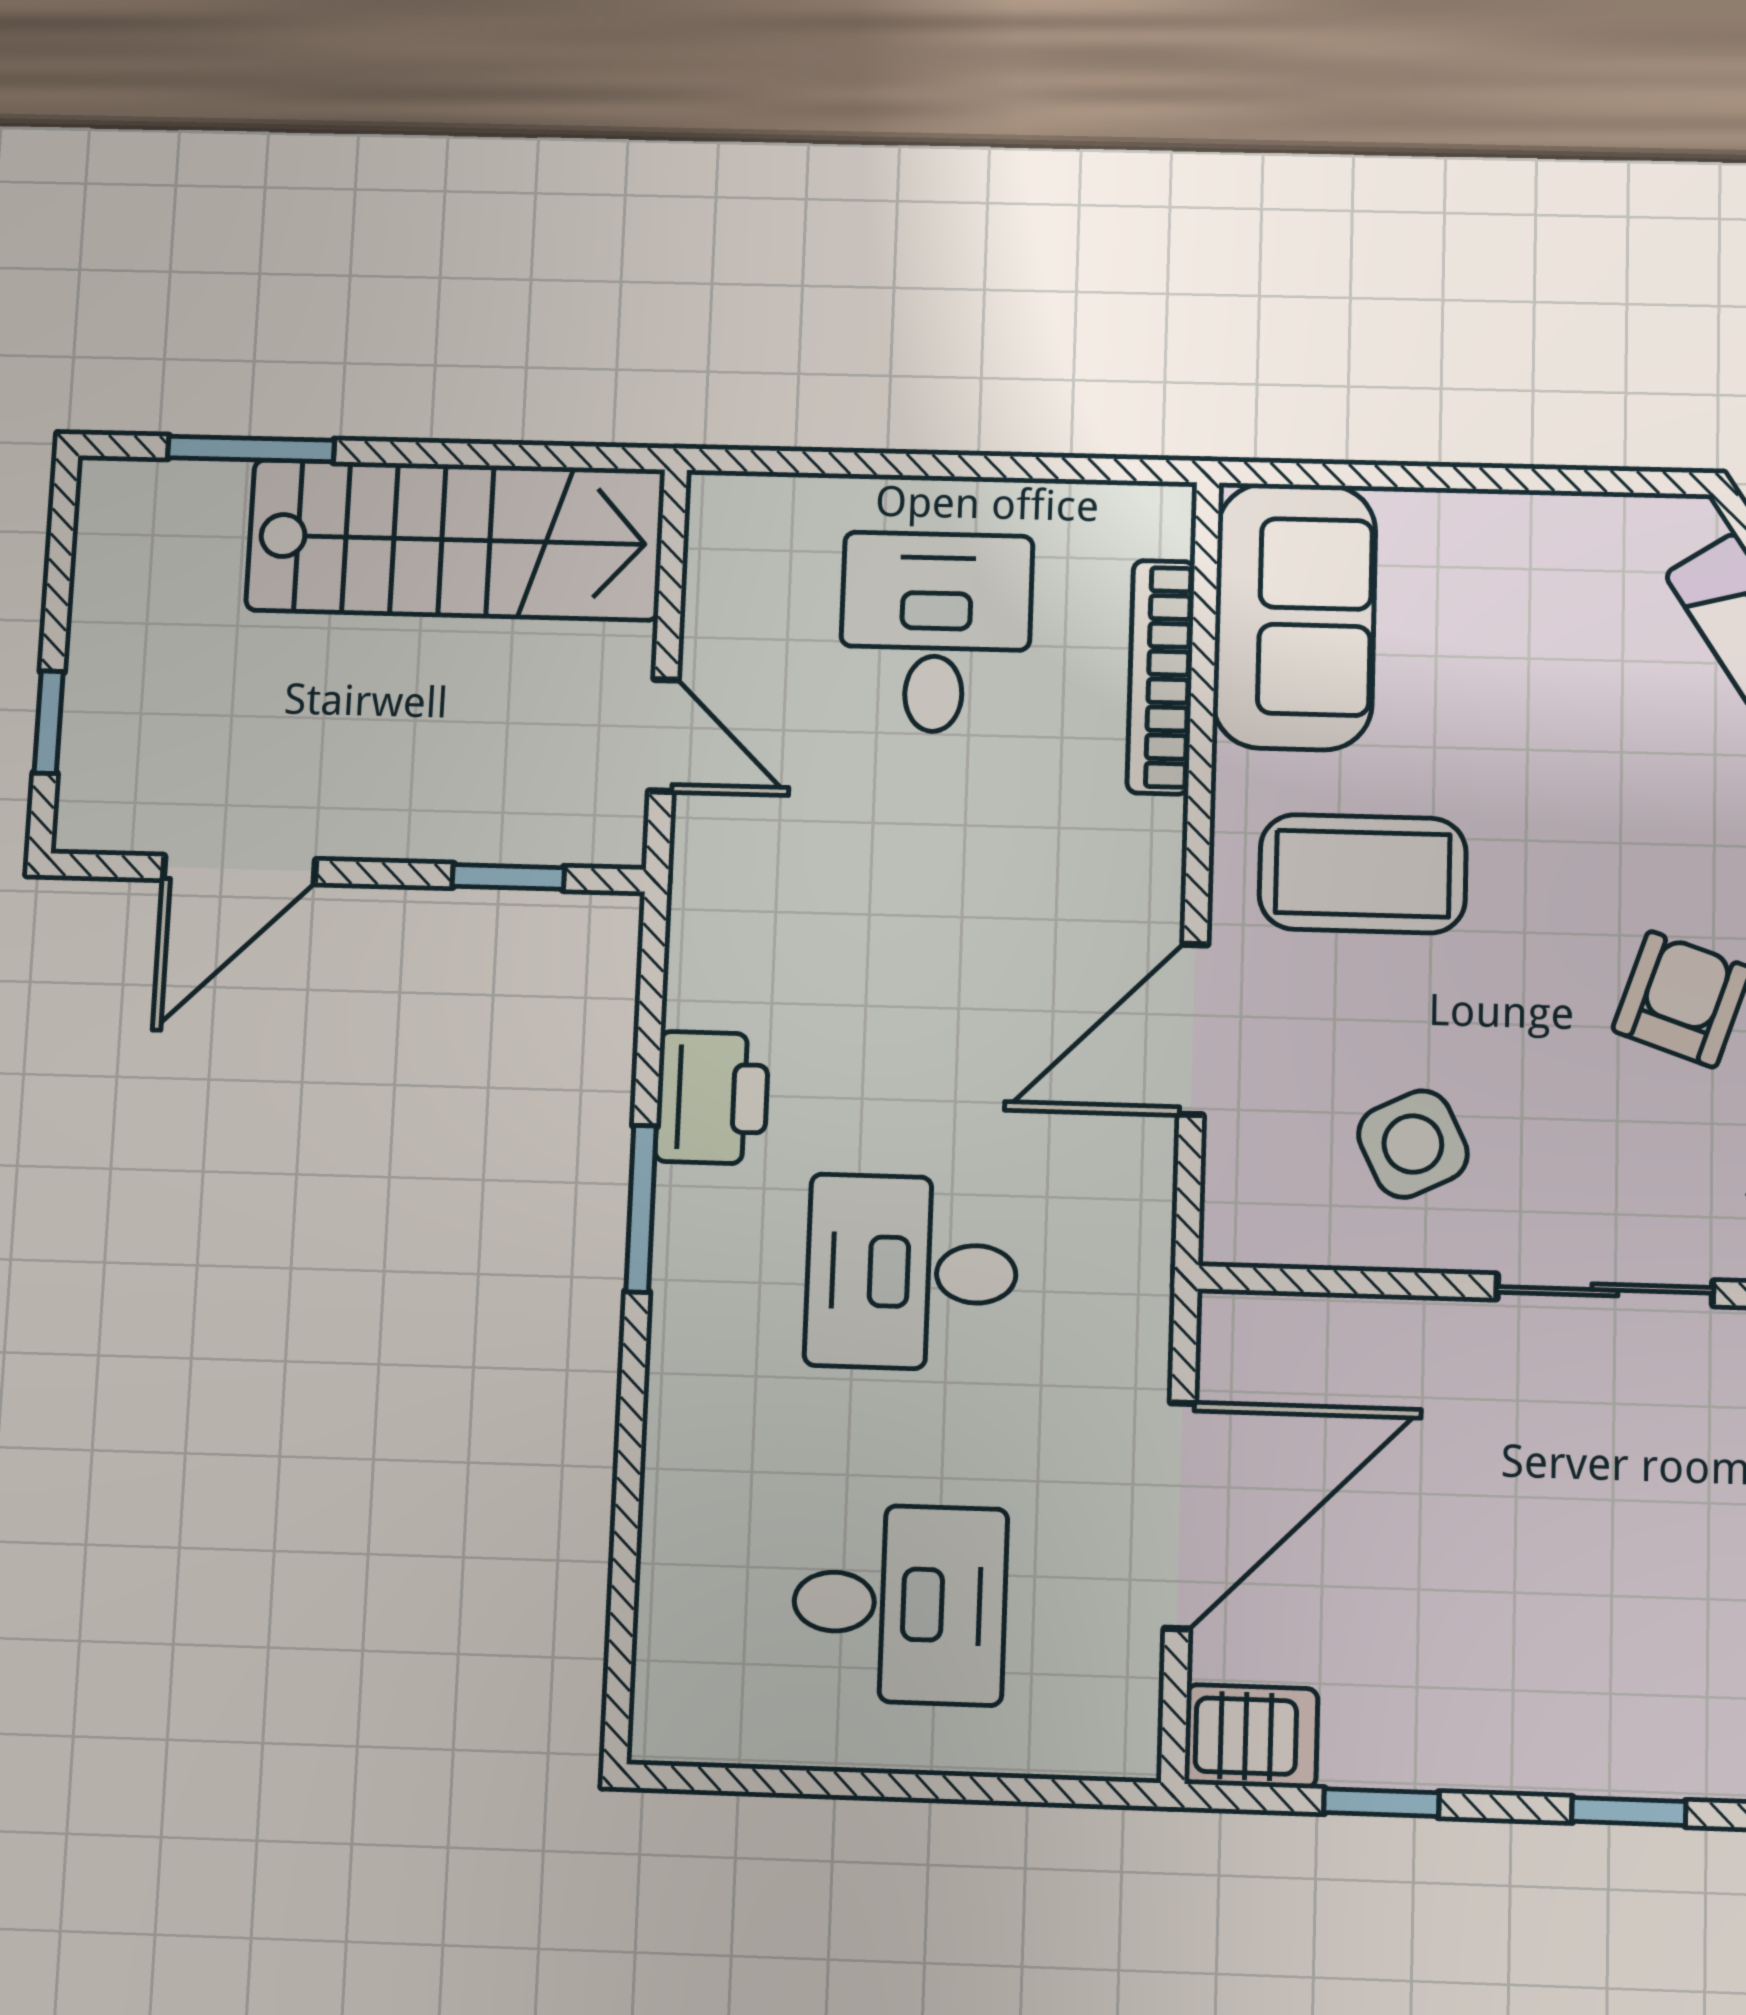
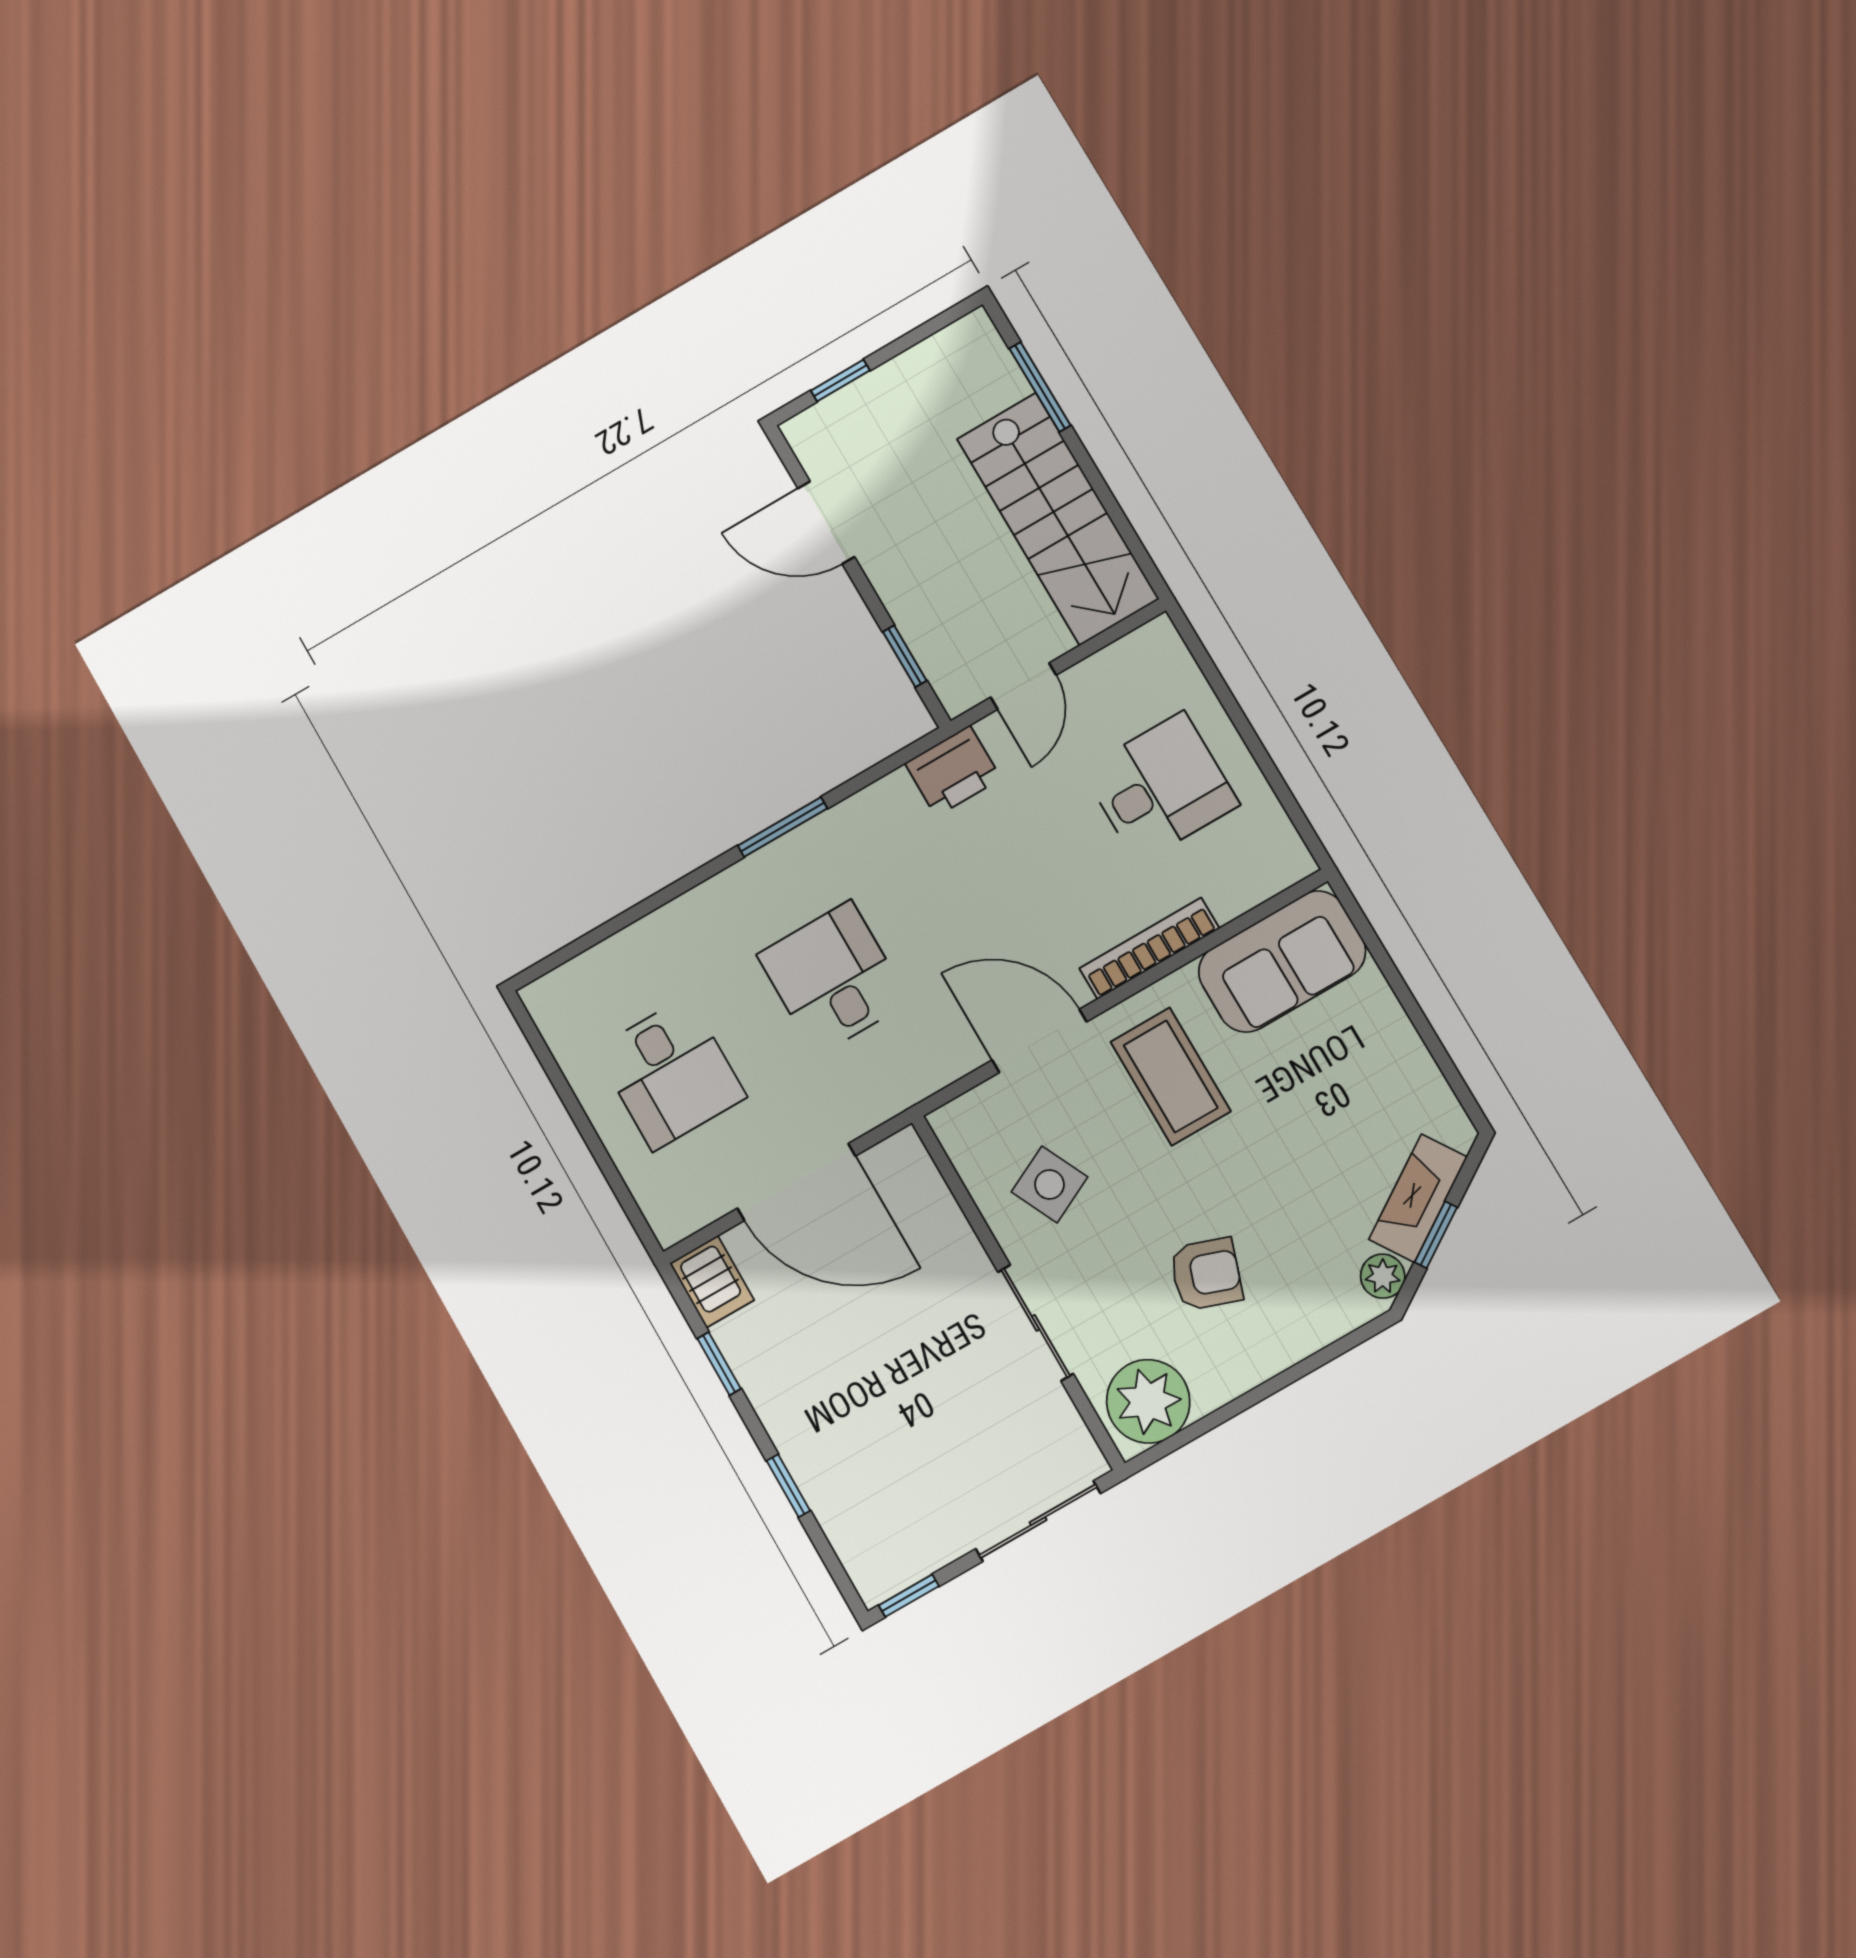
bookcase: (1161, 677) -> (1149, 948), moved
printer: (712, 1098) -> (953, 771), moved

